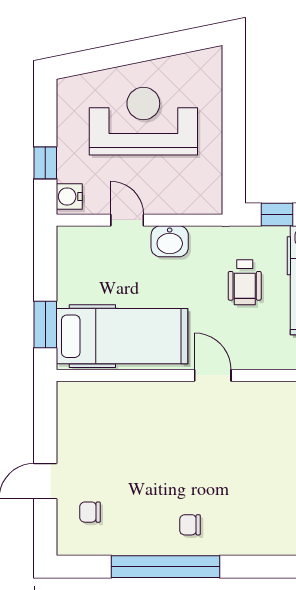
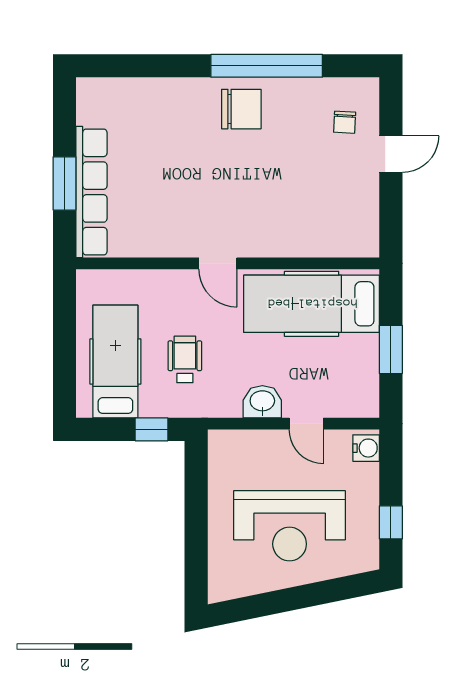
window: (45, 163) -> (391, 522), moved
window: (45, 324) -> (391, 349), moved
chair: (90, 512) -> (345, 122), turned 93
chair: (190, 525) -> (241, 109), width x1.87, depth x1.87

